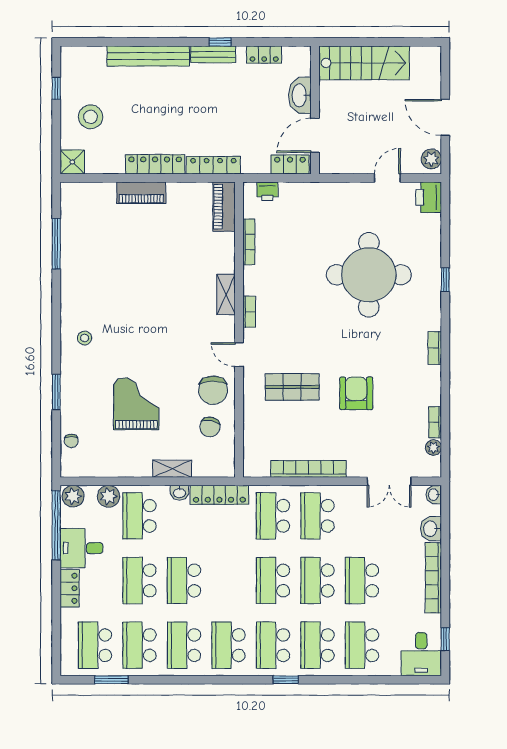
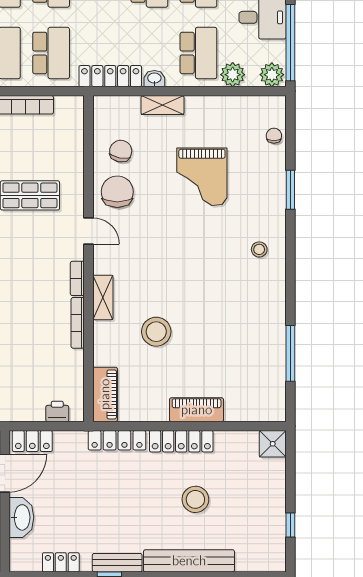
stool: (91, 117) -> (195, 499), moved
bookcase: (249, 242) -> (78, 323), moved
stool: (178, 264) -> (156, 332), added

